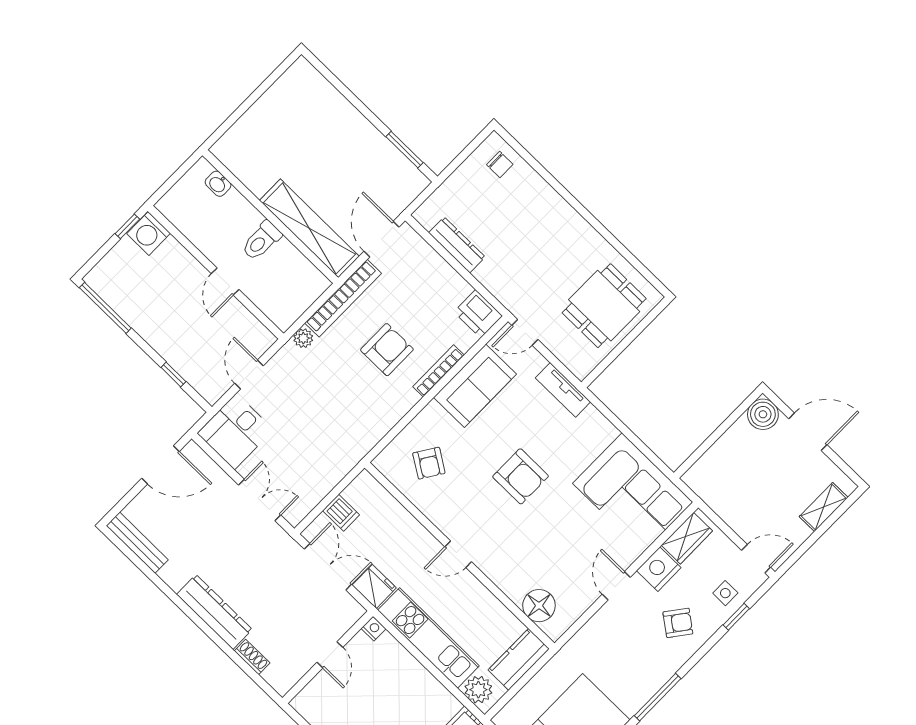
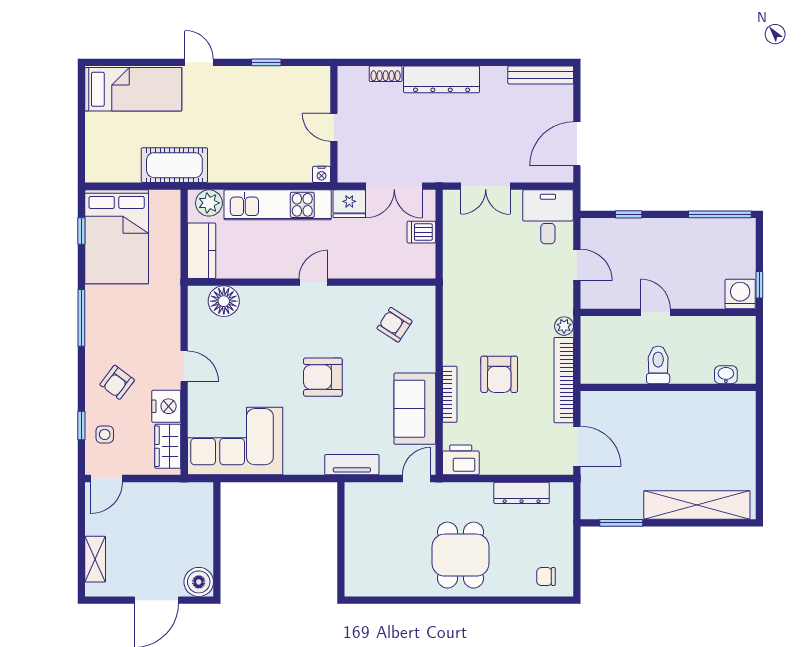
shelving: (309, 228) -> (697, 505), moved
dining table: (604, 306) -> (460, 555), moved

